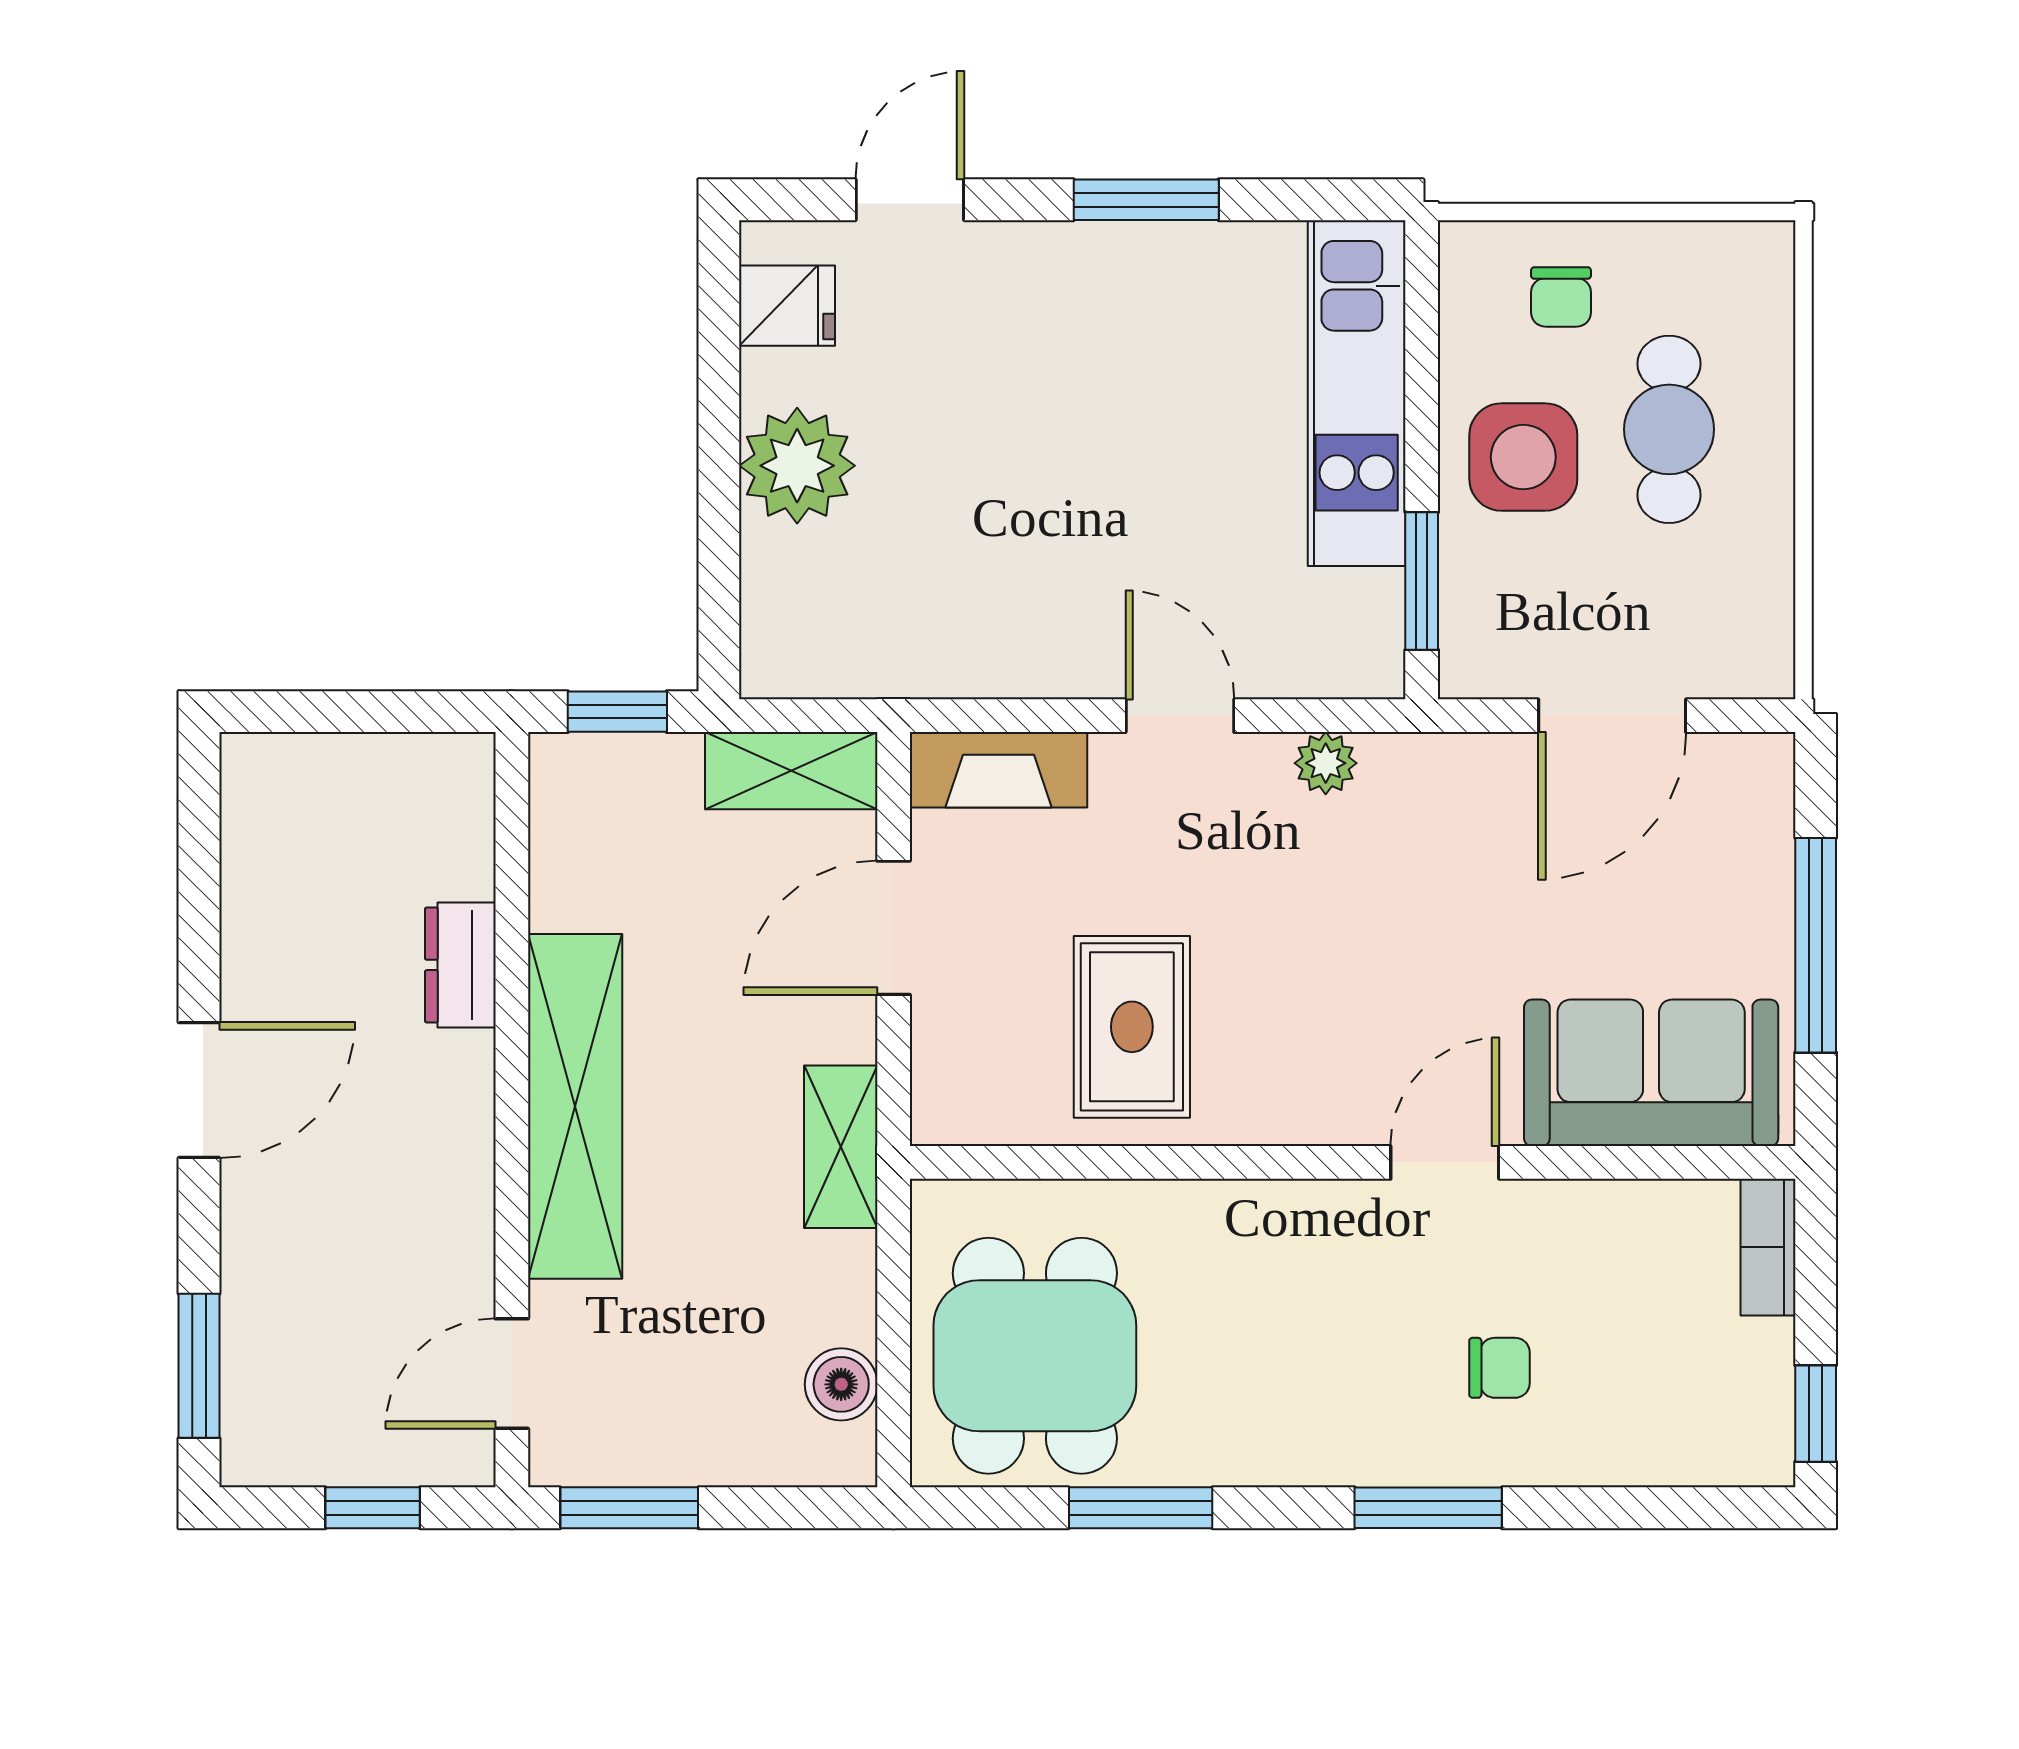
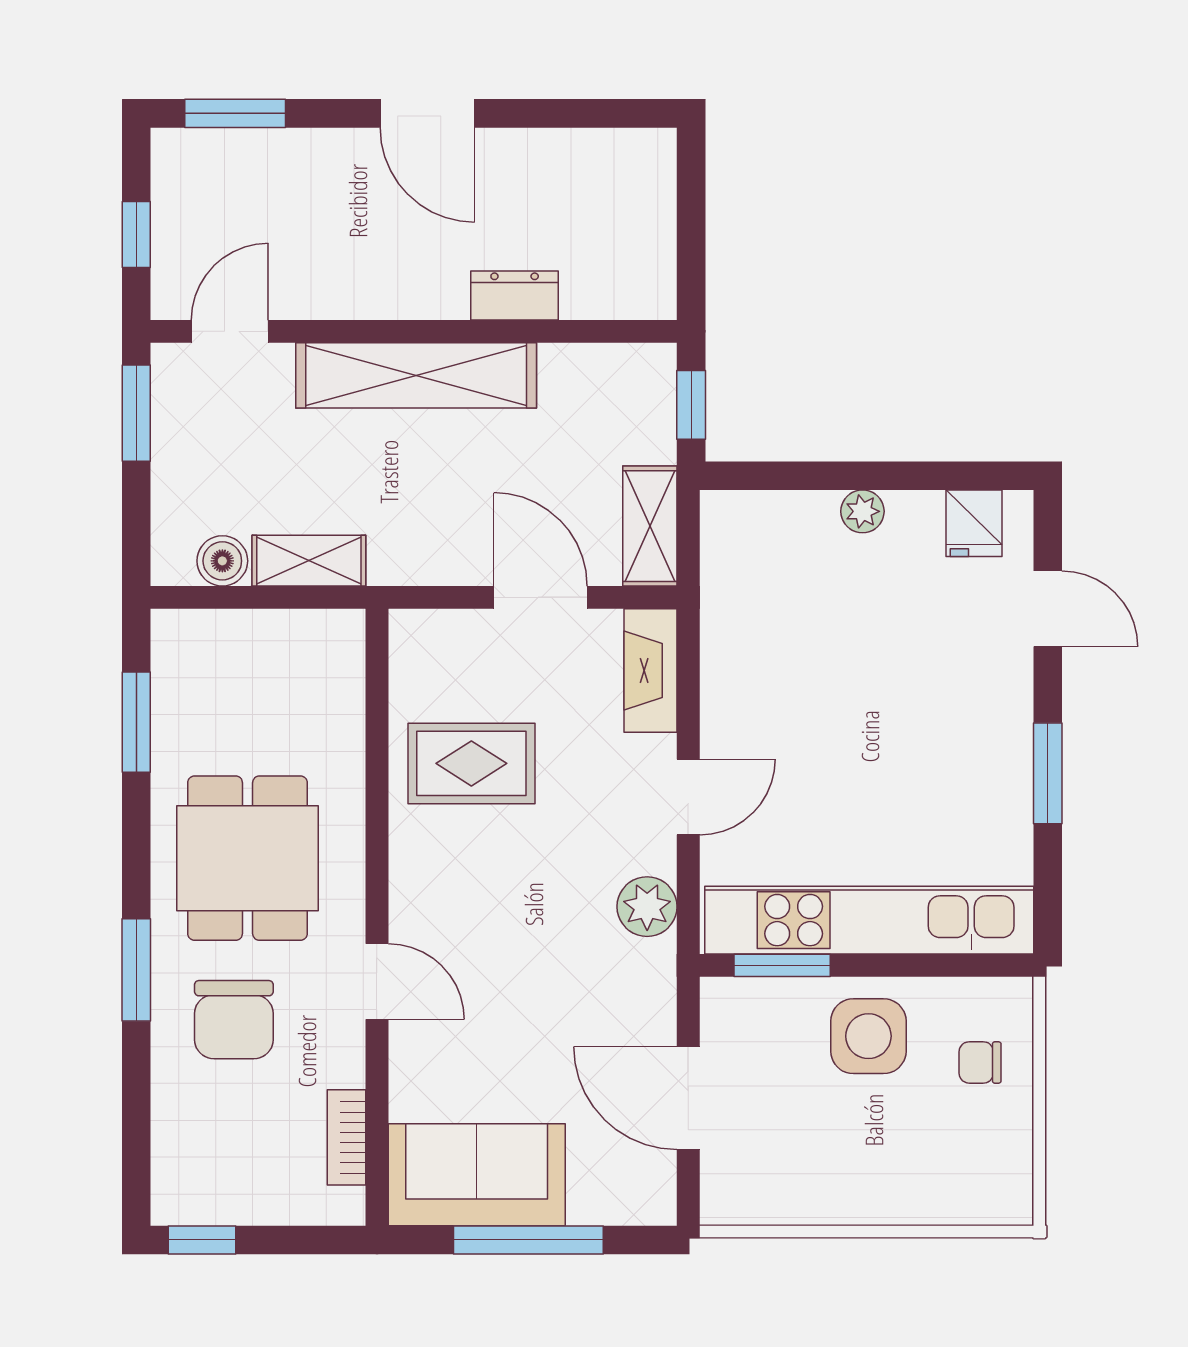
kitchen unit: (1357, 393) -> (869, 920), width x1.36
cafe table: (1669, 429) -> (888, 1138), removed
plant: (797, 466) -> (862, 511), width x0.53, depth x0.53
plant: (1326, 763) -> (647, 907), width x1.38, depth x1.38
sofa: (1651, 1073) -> (477, 1175), moved, turned -90
shelving: (841, 1147) -> (309, 561), moved
bookcase: (1768, 1247) -> (347, 1137), moved, turned -90
dining table: (1035, 1356) -> (248, 858), moved, turned 90
chair: (1499, 1368) -> (234, 1020), width x1.87, depth x1.87
door: (512, 1374) -> (230, 331), hinge flipped
window: (1141, 1508) -> (136, 722), moved

